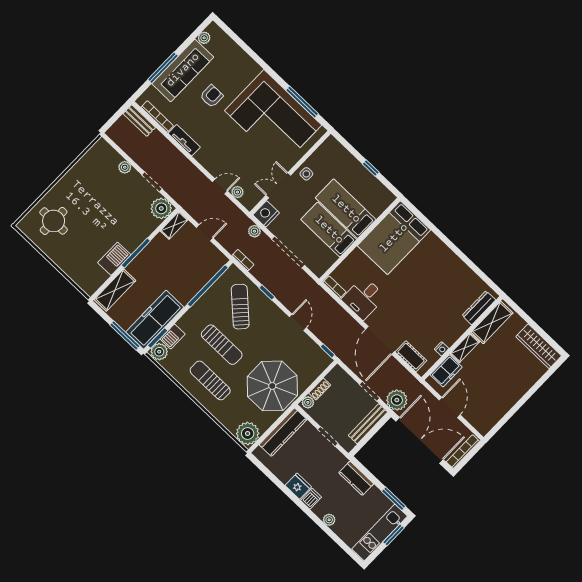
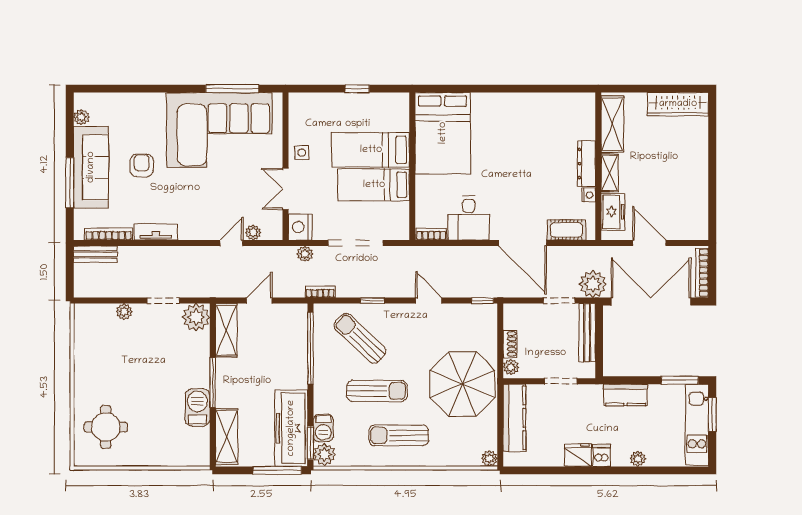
shelving: (174, 225) -> (226, 330), width x1.50, depth x1.33
dresser: (479, 308) -> (586, 164), moved
plant: (248, 434) -> (489, 458), width x0.53, depth x0.53

